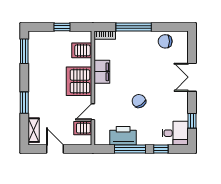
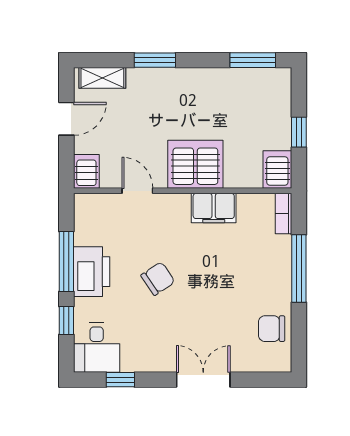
chair: (165, 41) -> (272, 329), turned -90
server rack: (82, 50) -> (277, 169), moved
server rack: (83, 128) -> (86, 171), moved
printer: (123, 136) -> (92, 272), moved

